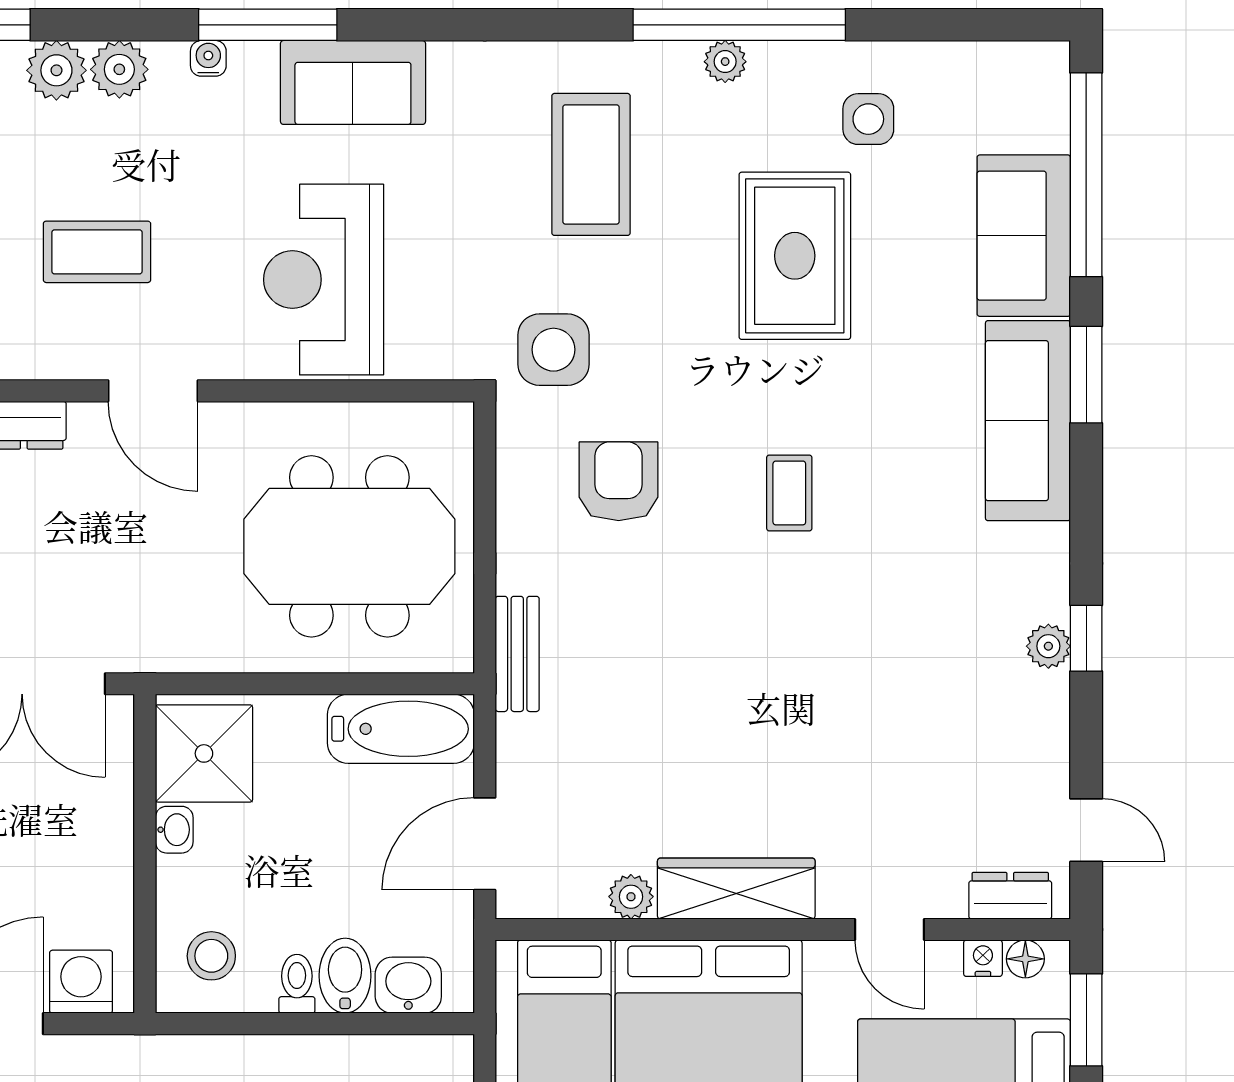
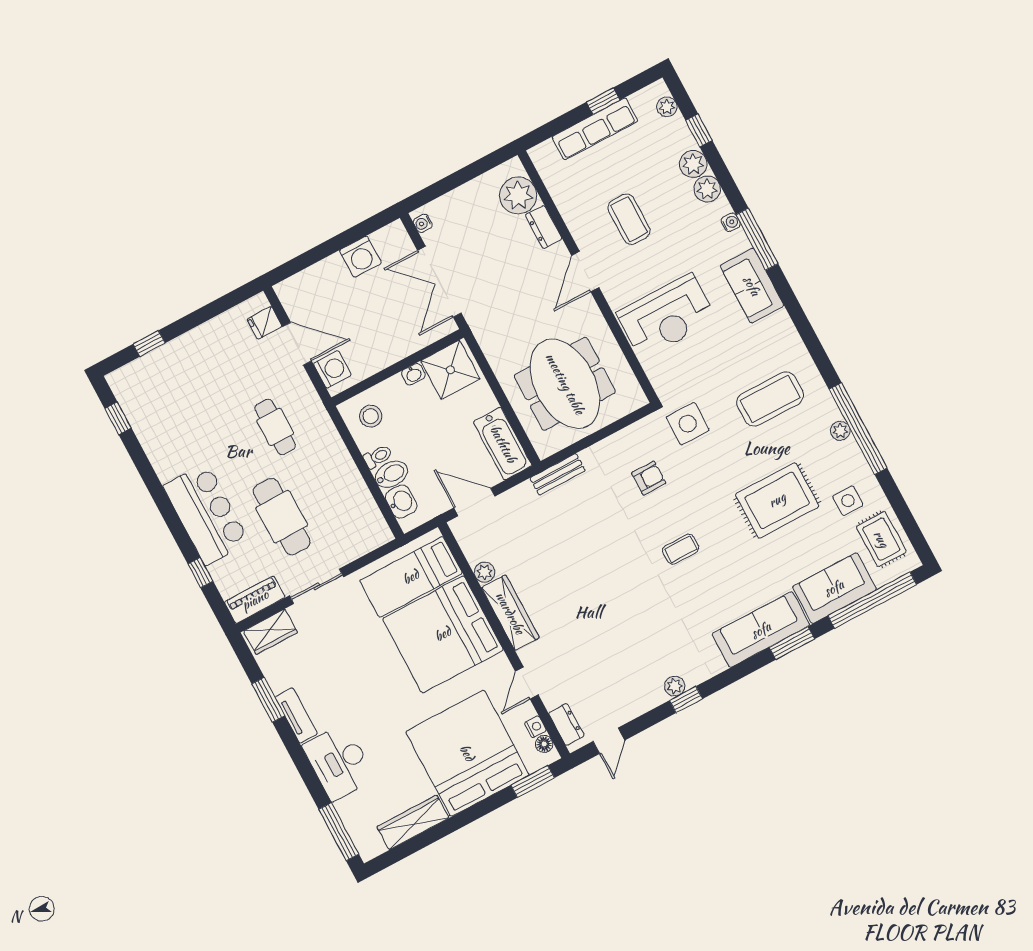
rug: (977, 94) -> (881, 539), added
reception desk: (324, 280) -> (667, 316), turned 180
armchair: (619, 481) -> (649, 478), width x0.72, depth x0.72

